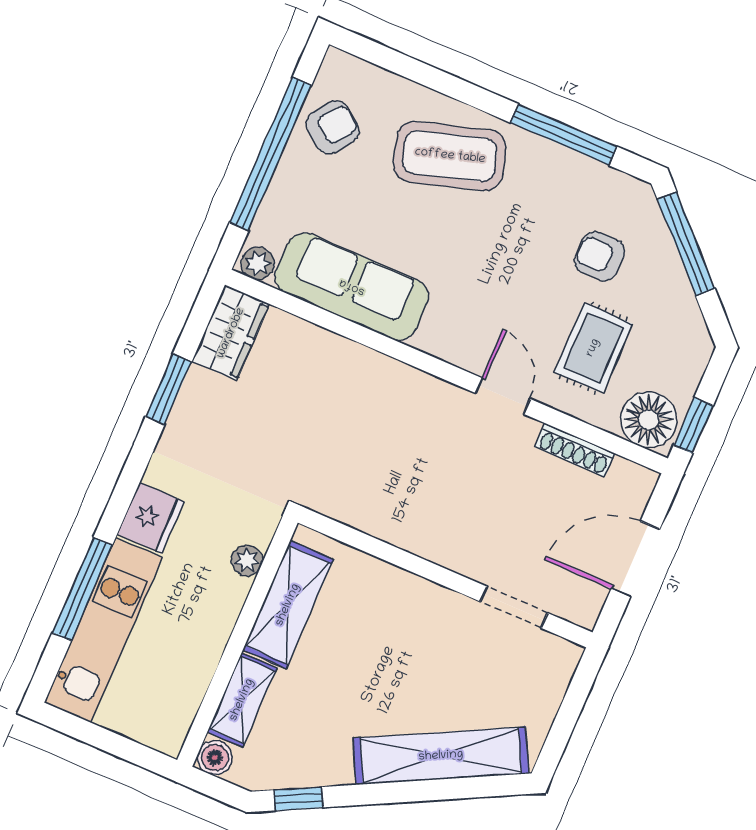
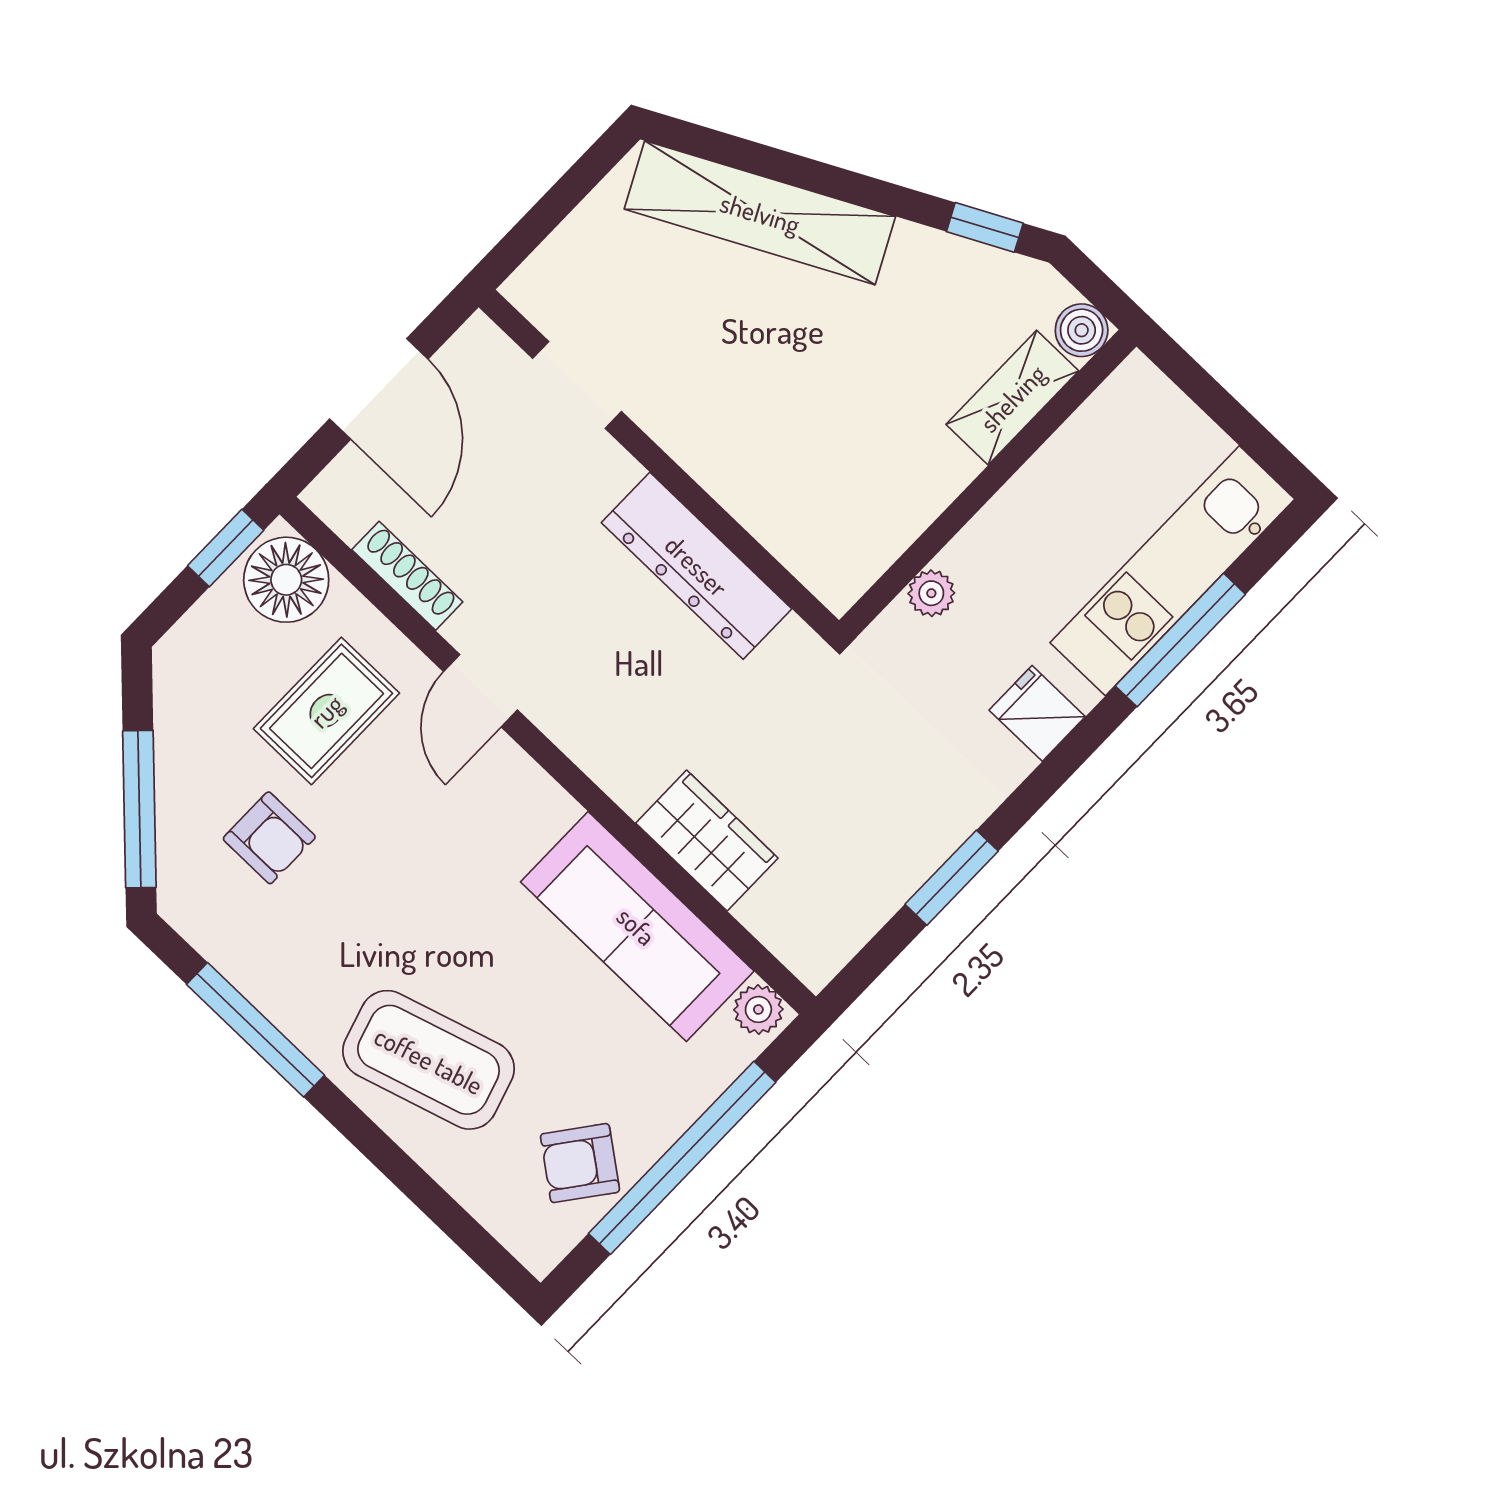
wardrobe: (231, 333) -> (707, 841), moved, turned 90
fridge: (151, 518) -> (1037, 713), width x0.72
dresser: (398, 523) -> (697, 566), added
door: (635, 559) -> (379, 389), hinge flipped
shelving: (288, 605) -> (896, 509), removed

